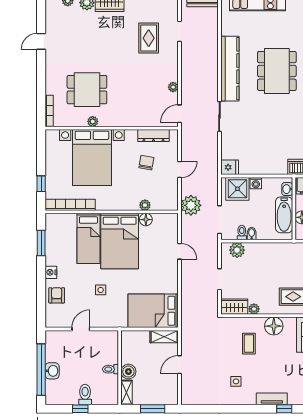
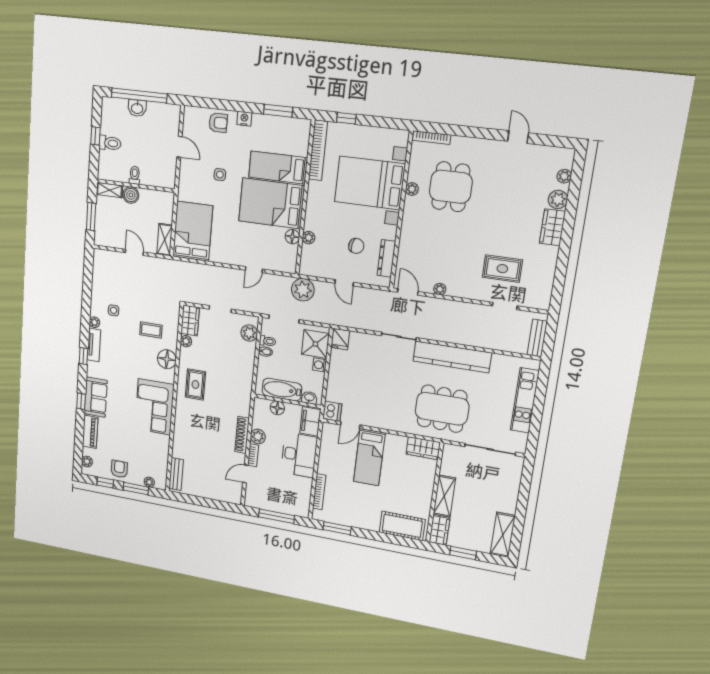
plant: (250, 400) -> (94, 322), added

